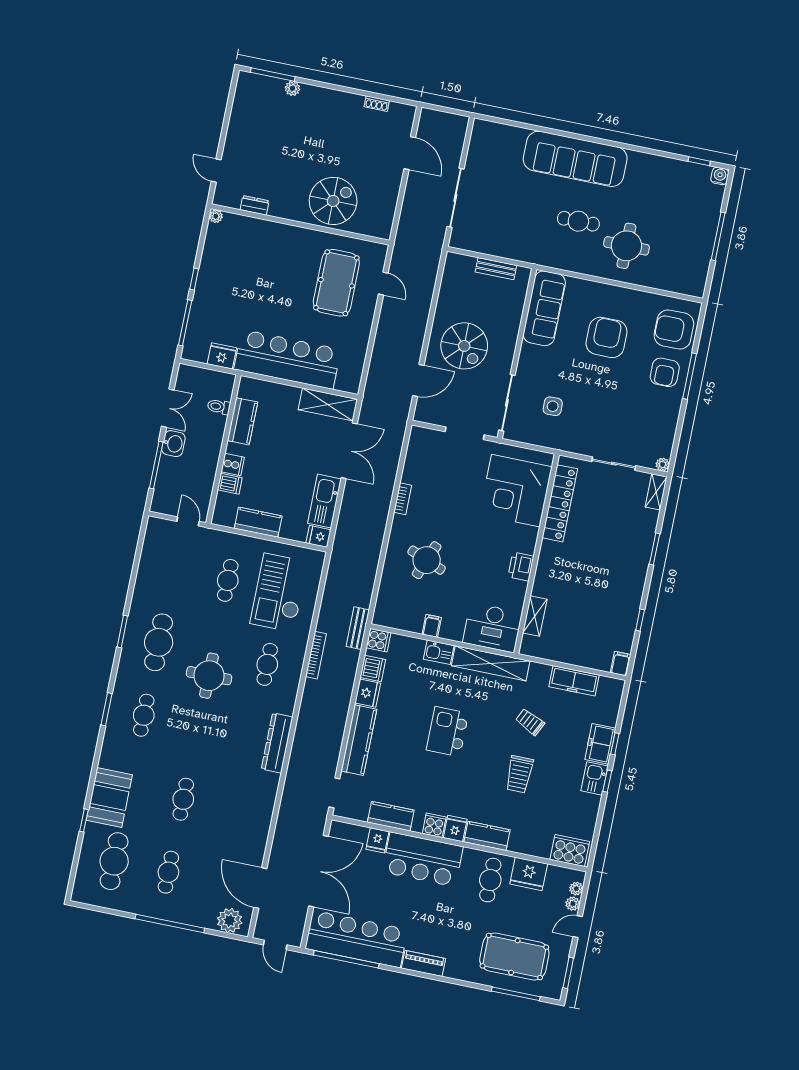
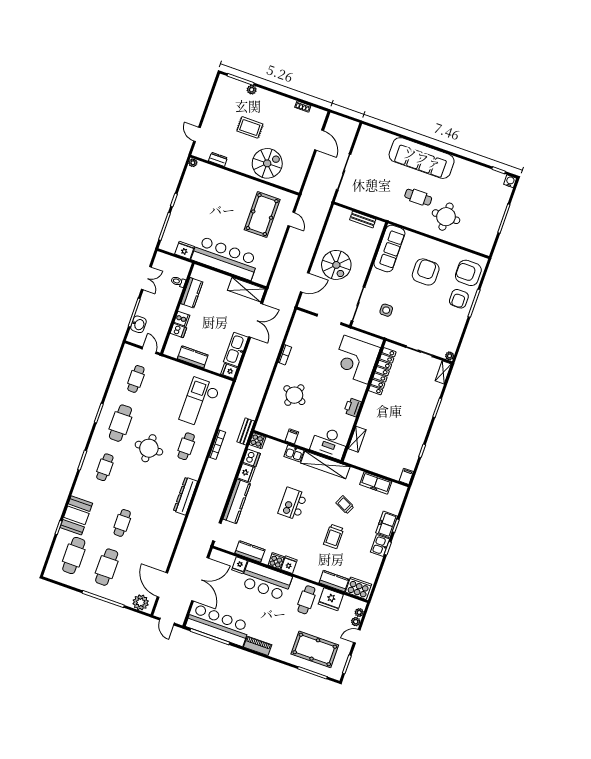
rug: (298, 148) -> (250, 127), added
washbasin: (173, 444) -> (138, 324), moved
cafe table: (228, 580) -> (136, 379), moved
kitchen counter: (487, 836) -> (334, 581), moved
cafe table: (168, 872) -> (107, 567), width x1.37, depth x1.35

